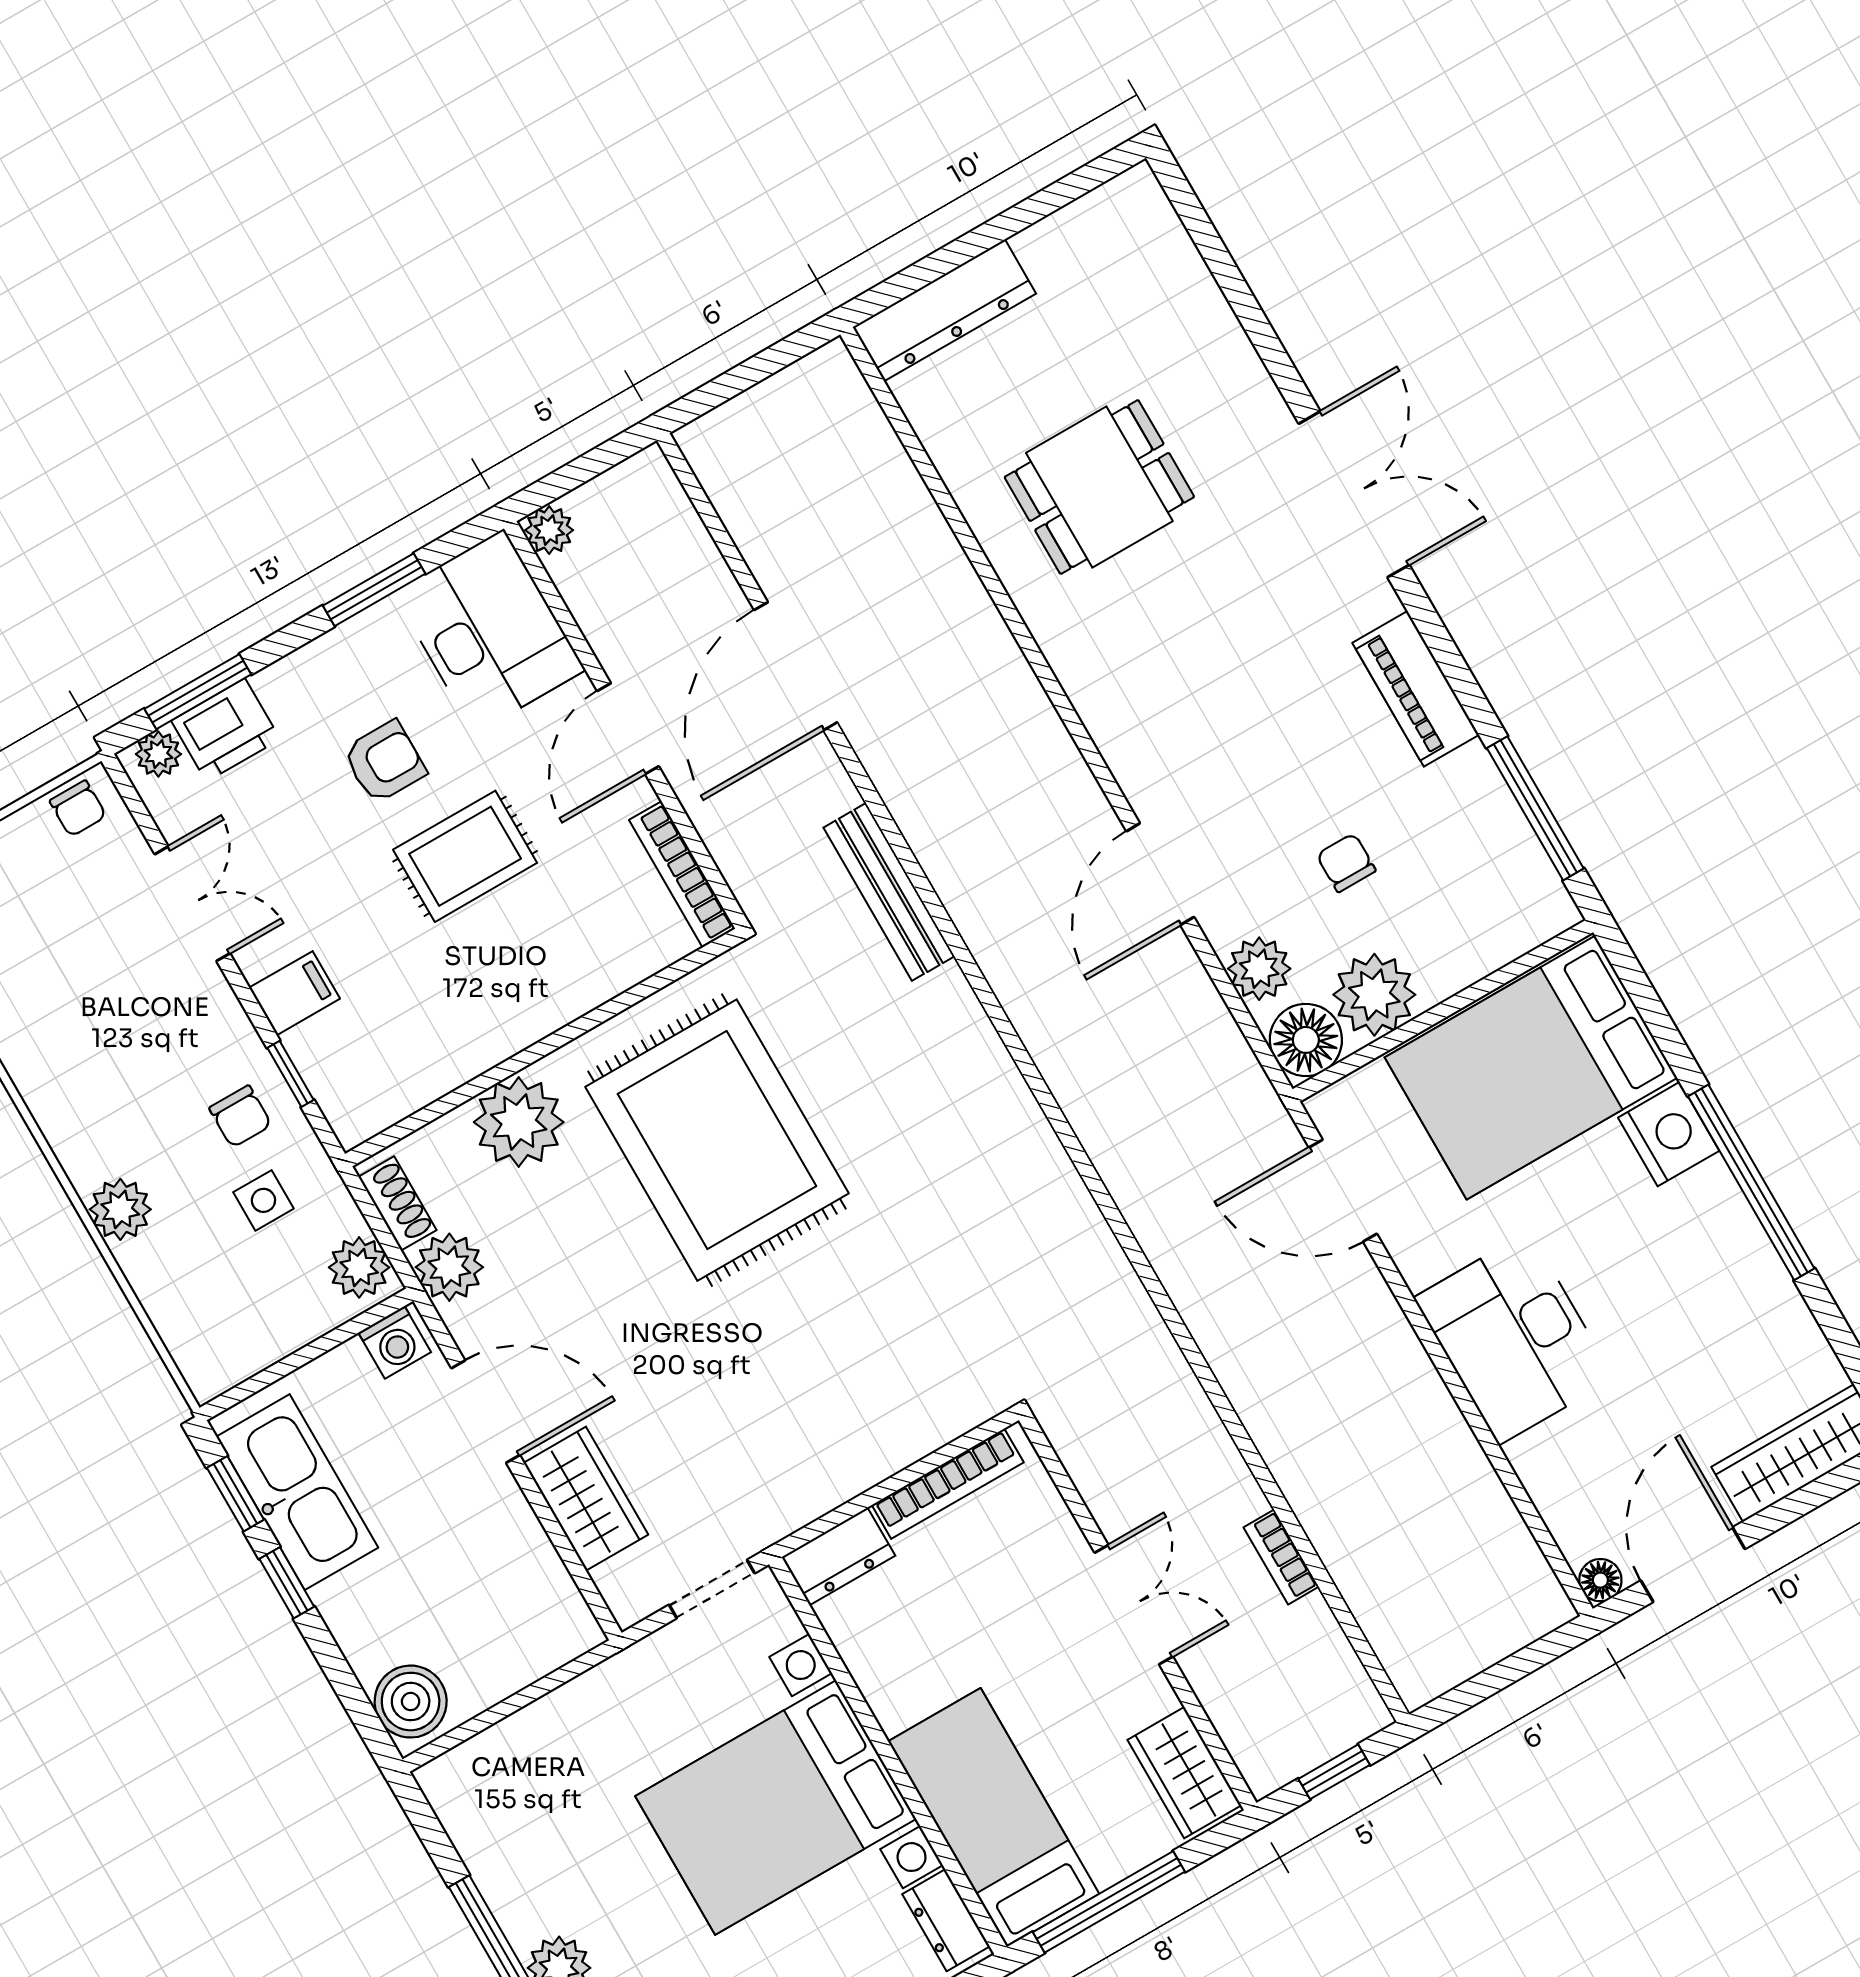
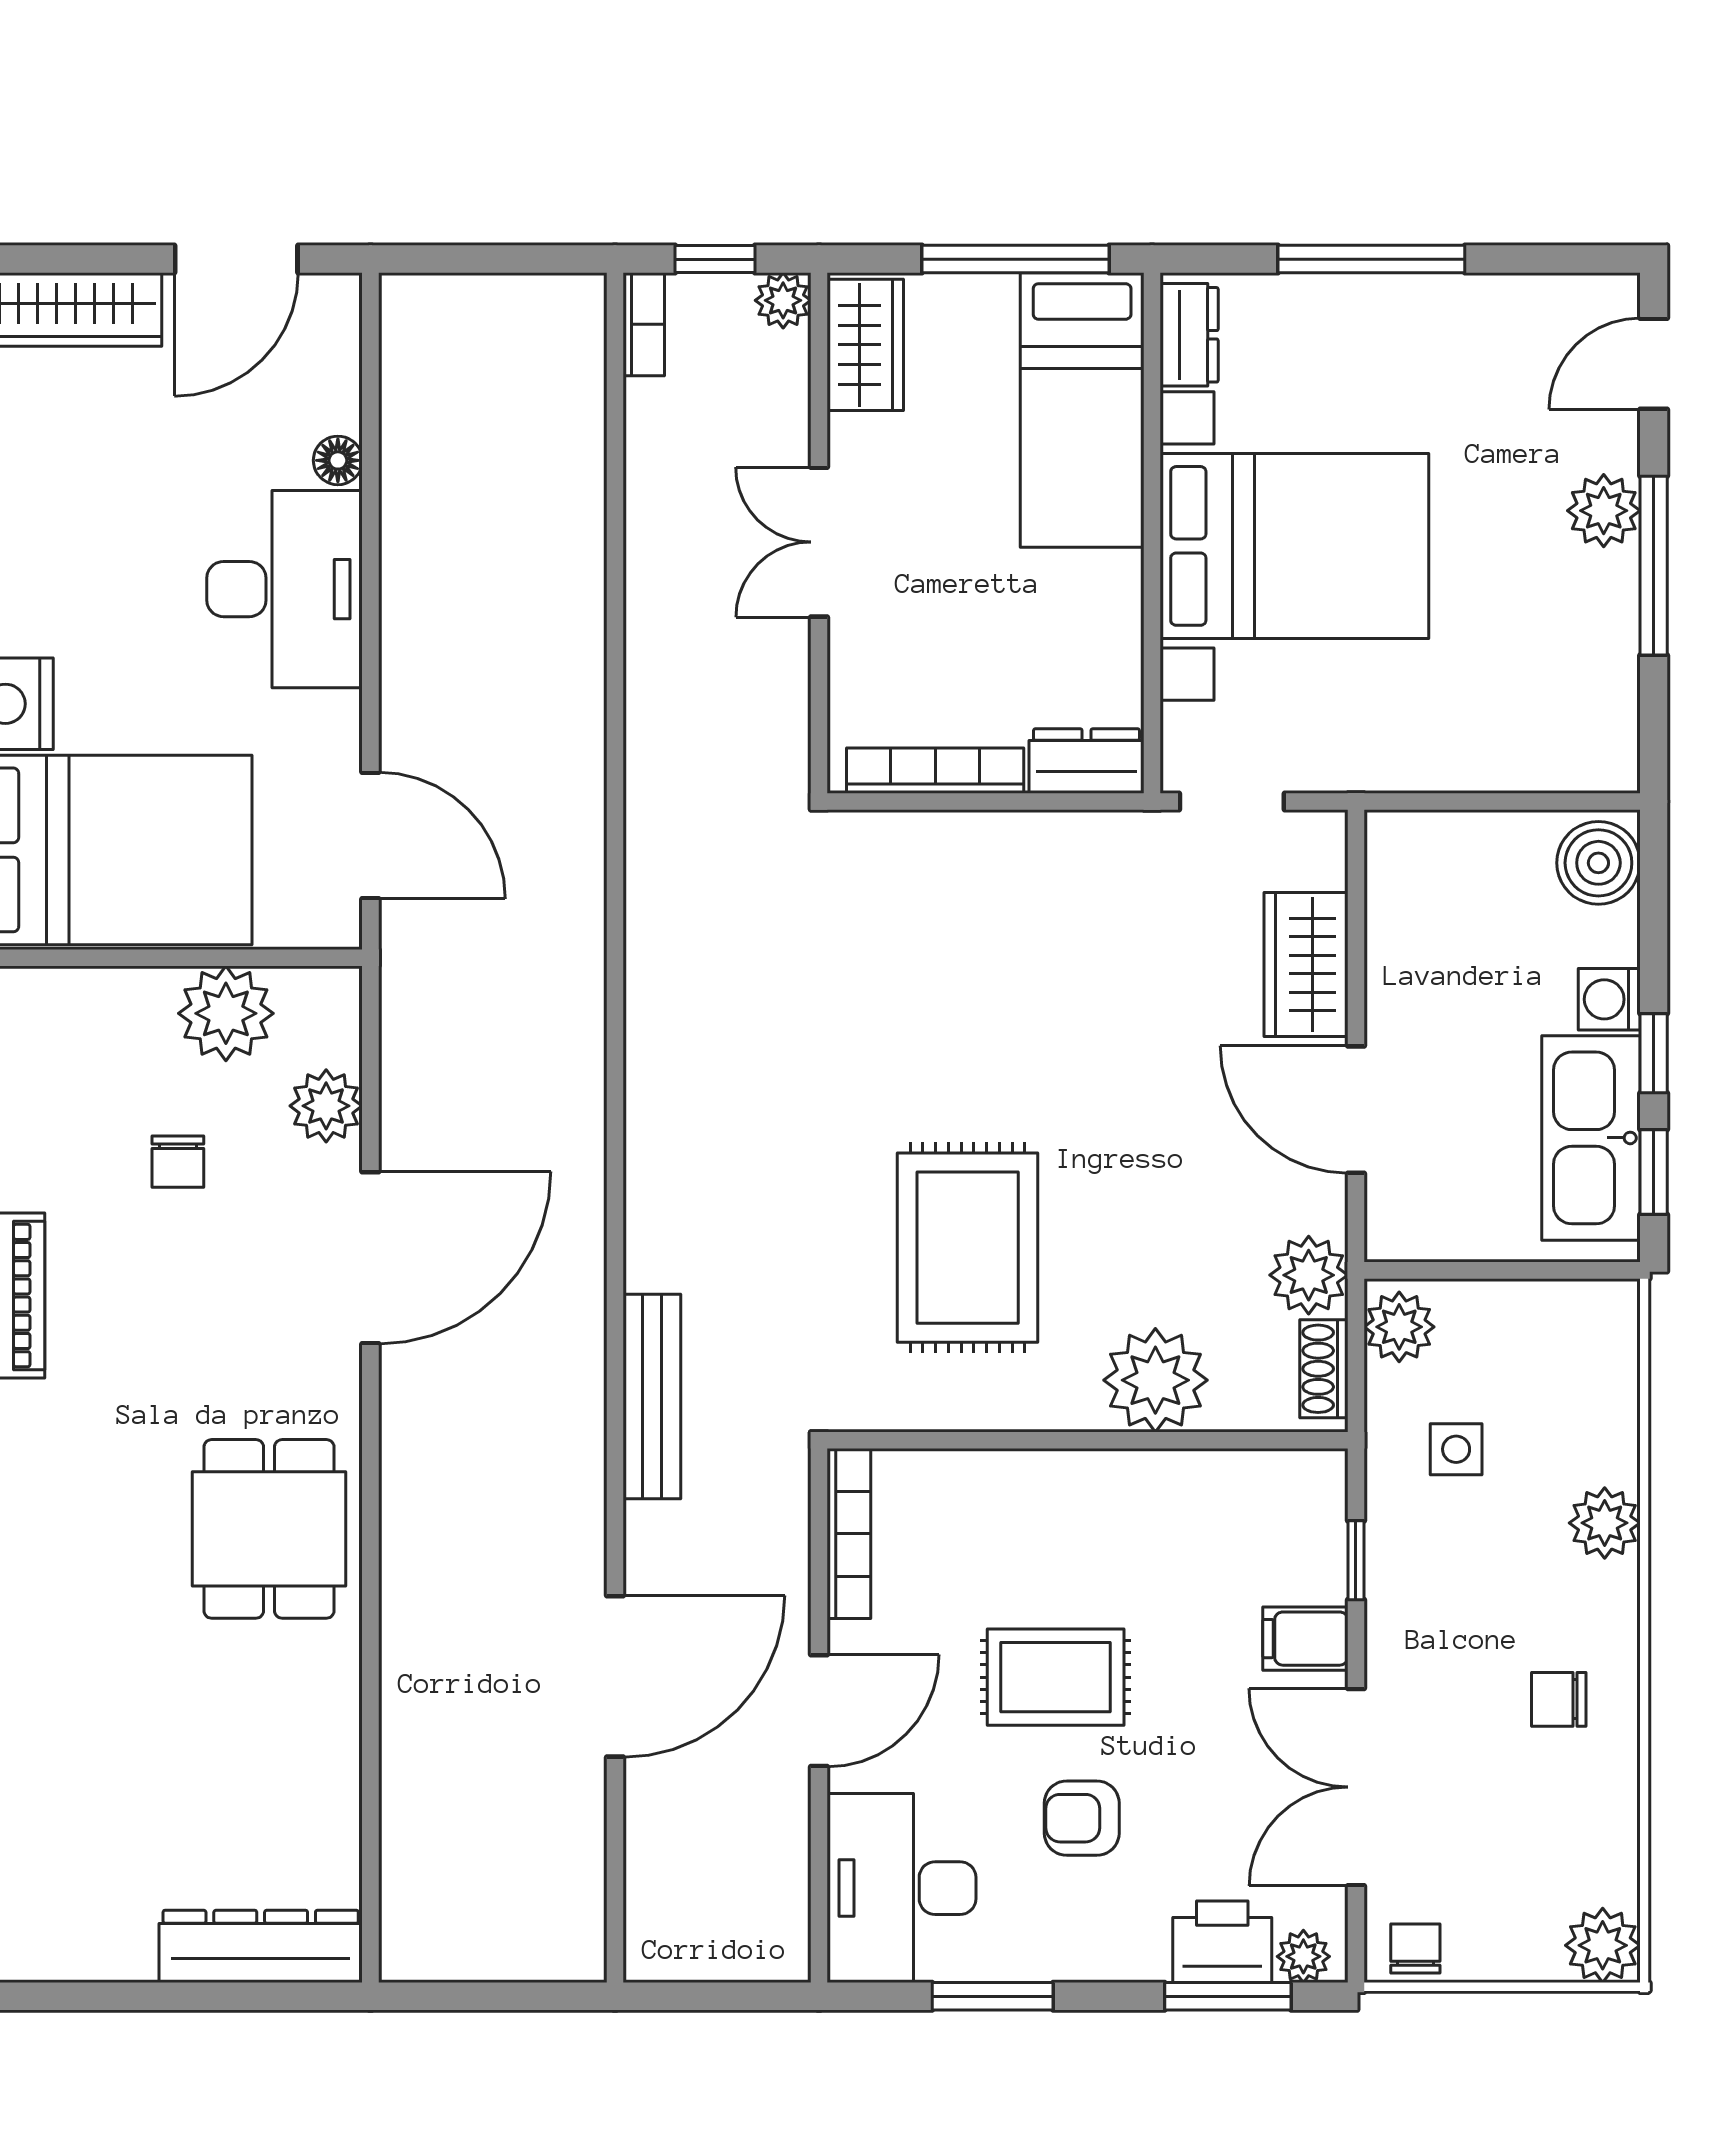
dining table: (1099, 487) -> (269, 1529), moved, turned 90
plant: (549, 530) -> (783, 300), moved
door: (1160, 874) -> (370, 1258), width x1.36
double door: (192, 904) -> (1356, 1787), width x1.37
floor lamp: (1306, 1040) -> (321, 1008), removed
chair: (240, 1116) -> (1559, 1699), moved, turned -90
rug: (717, 1140) -> (968, 1248), width x0.73, depth x0.69
washing machine: (395, 1342) -> (1609, 999), moved, turned -90
bookcase: (1281, 1557) -> (644, 324), moved
floor lamp: (1600, 1580) -> (338, 460), moved

